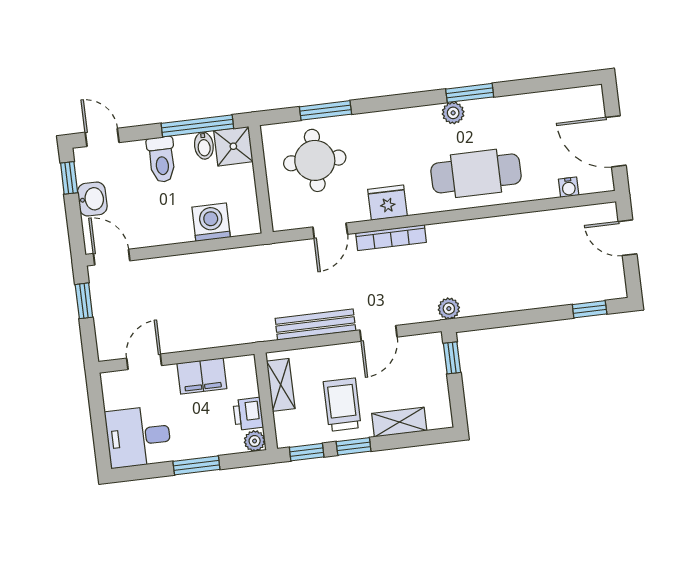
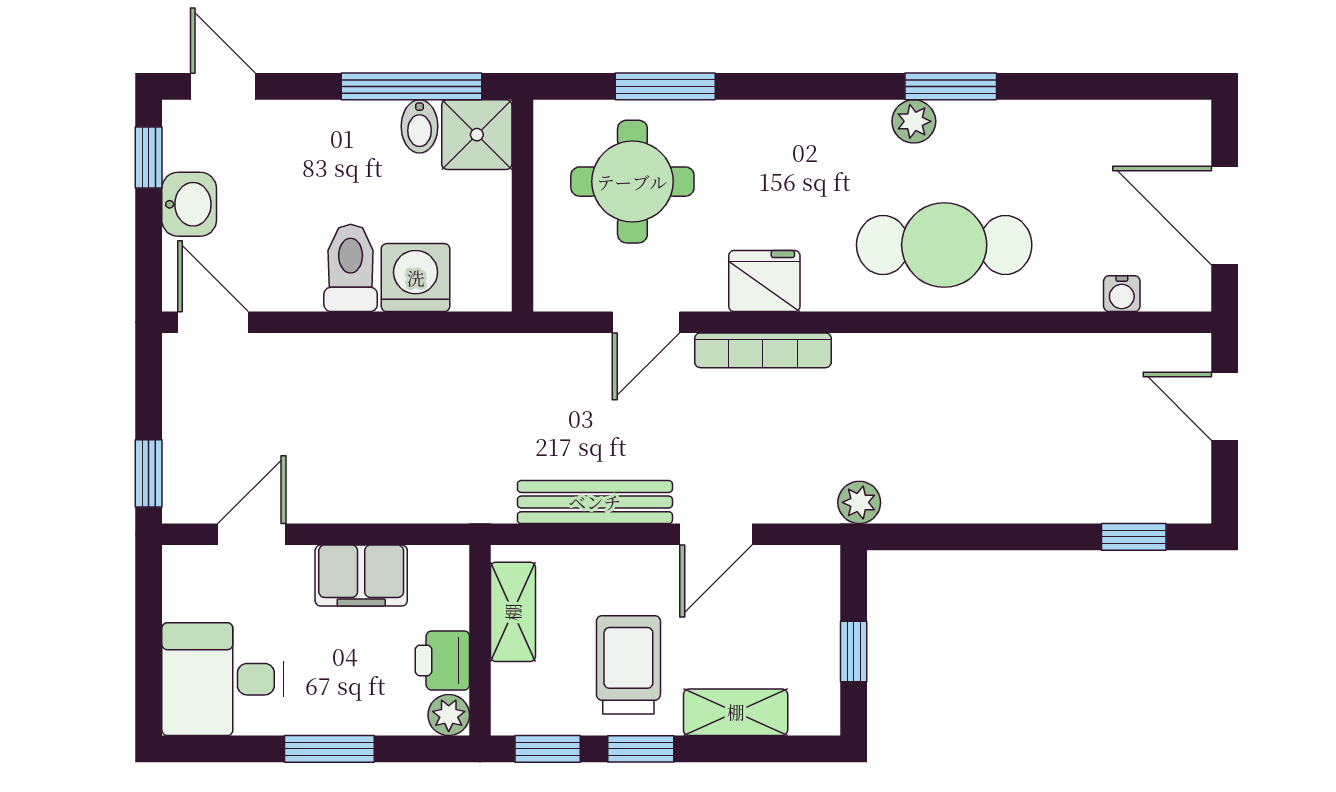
toilet: (162, 159) -> (351, 268), moved, turned 180
window: (84, 301) -> (149, 473), moved
window: (452, 358) -> (854, 651), moved

